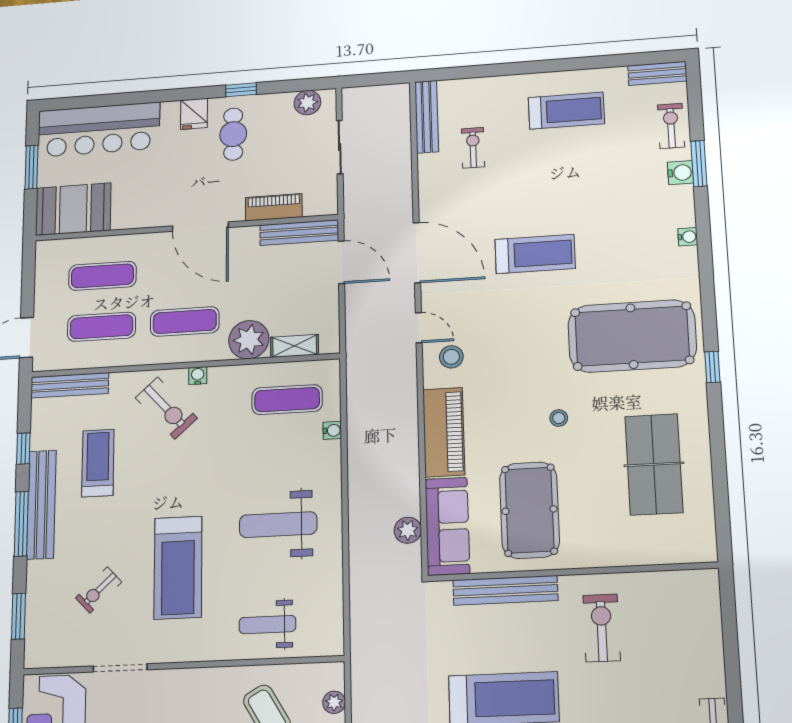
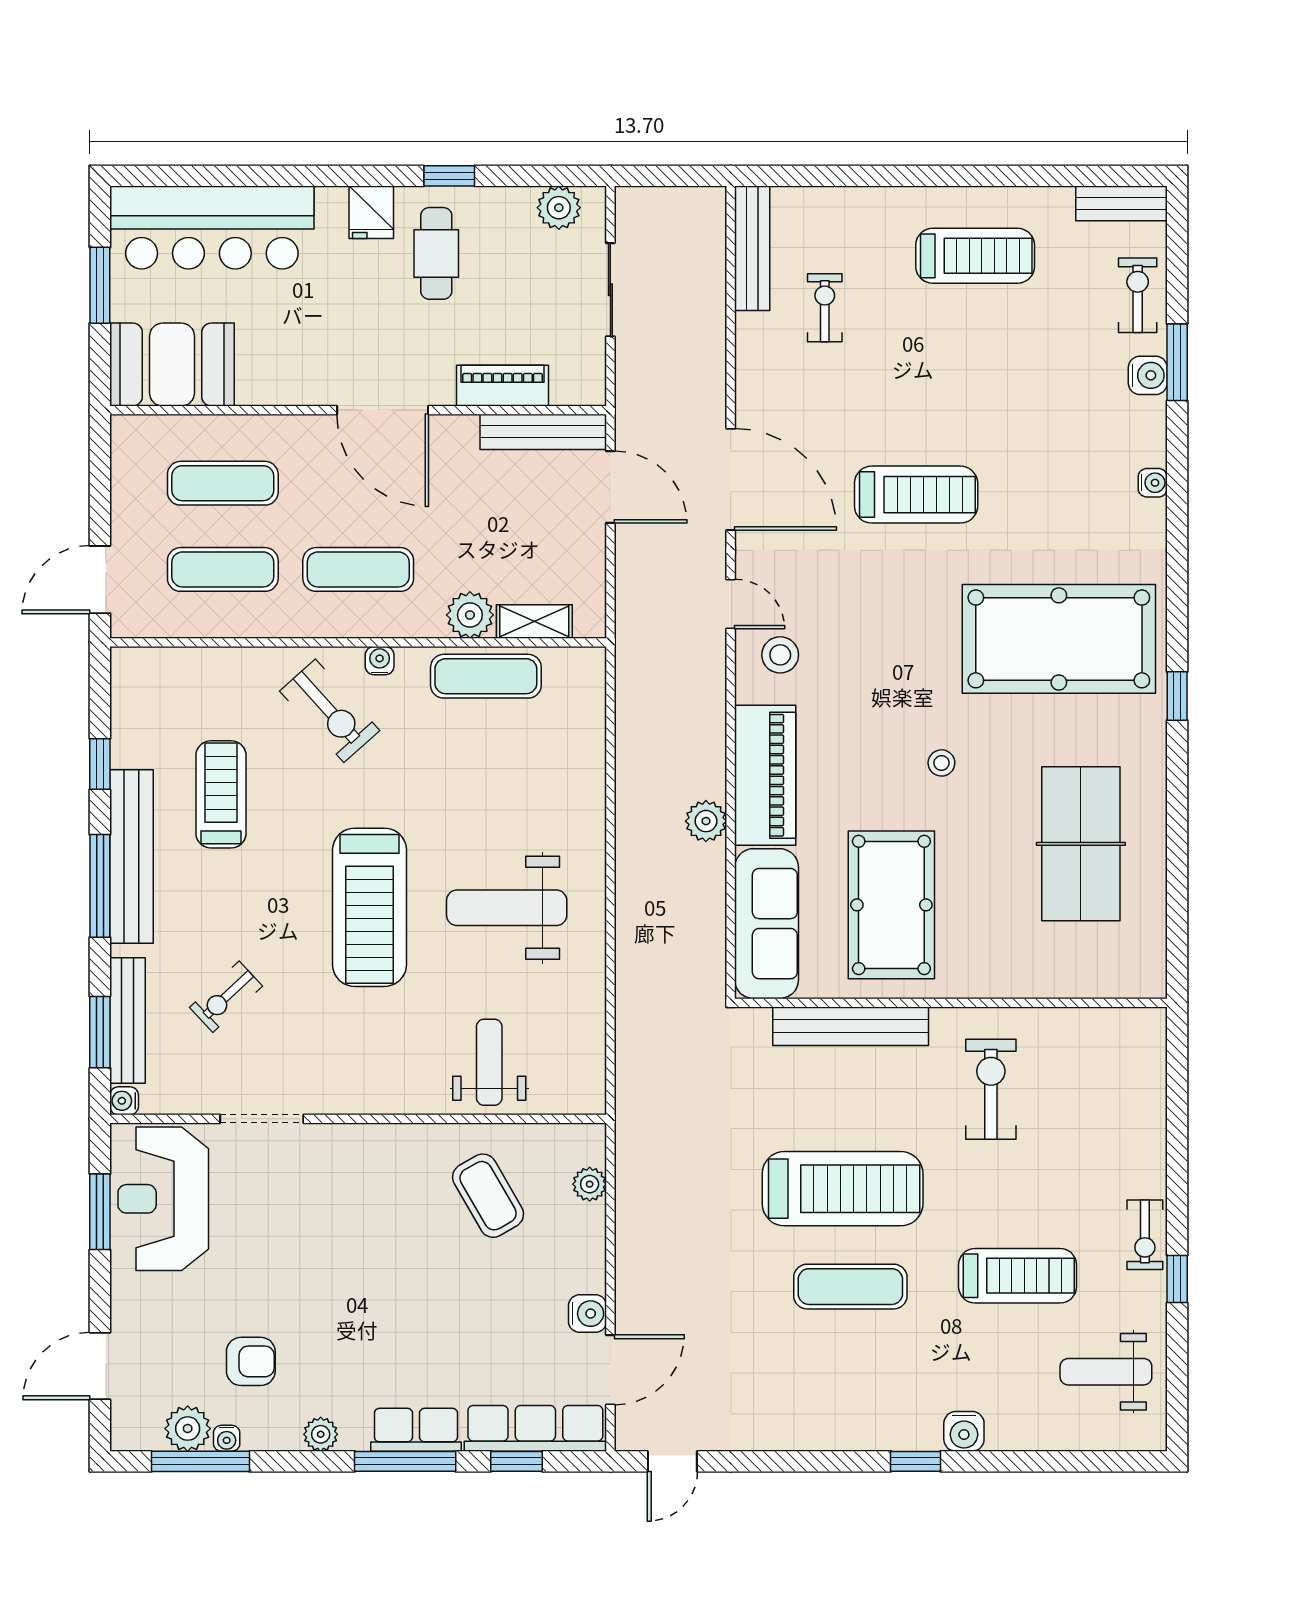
plant: (249, 340) -> (470, 615), width x0.73, depth x0.73
bench: (70, 385) -> (128, 1021), moved, turned 90
exercise mat: (287, 400) -> (486, 676), moved
water cooler: (332, 430) -> (124, 1101), moved, turned 180
plant: (408, 530) -> (706, 821), moved
treadmill: (178, 567) -> (370, 907), moved
weight bench: (267, 625) -> (489, 1062), turned 90

